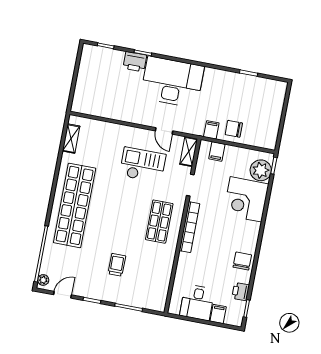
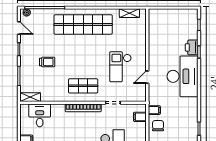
shelving: (189, 152) -> (30, 97), moved
checkout: (143, 165) -> (121, 67), turned 180
desk: (197, 302) -> (40, 115), moved, turned 90

